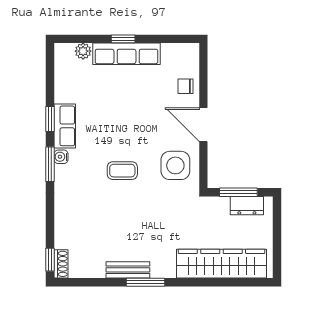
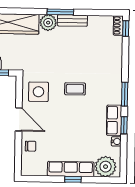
plant: (83, 51) -> (106, 167), width x1.88, depth x1.88
water cooler: (61, 157) -> (116, 141), moved
plant: (163, 266) -> (48, 23), added

